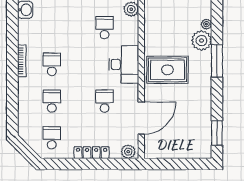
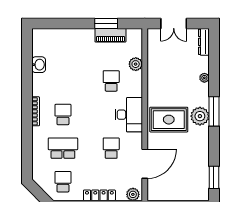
plant: (201, 41) -> (200, 116), moved
school desk: (52, 101) -> (63, 148), width x1.85

